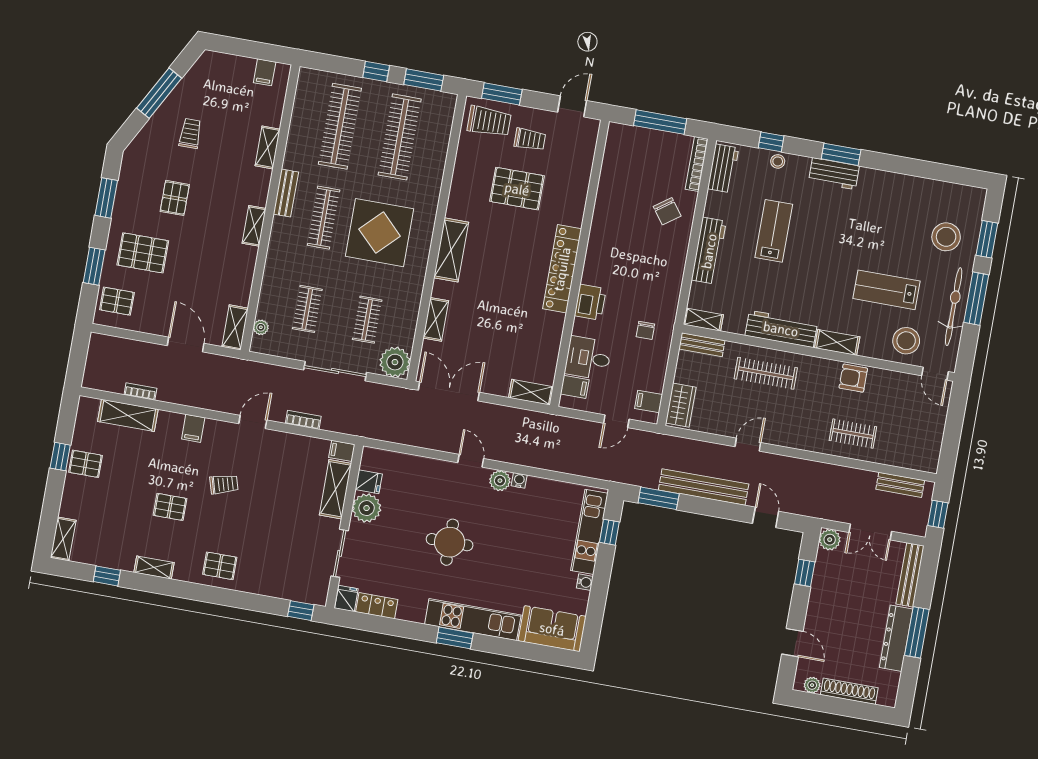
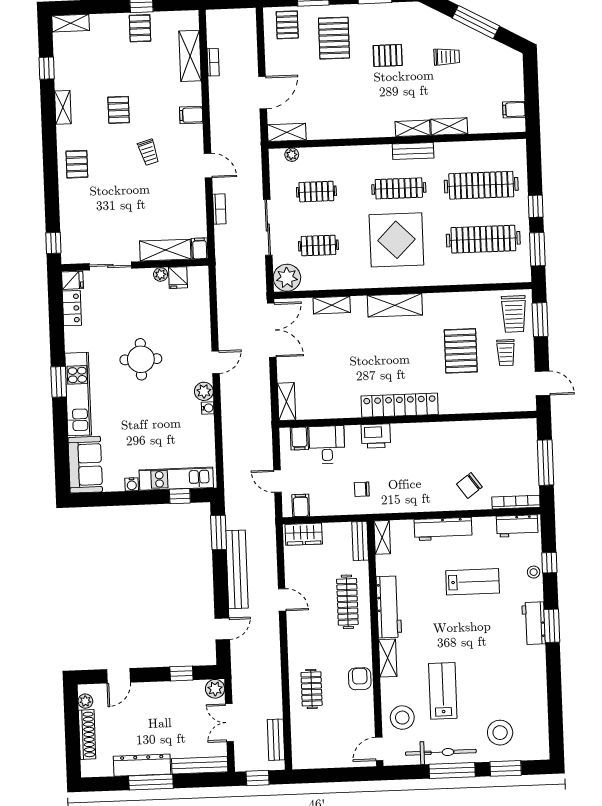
shelving: (254, 226) -> (413, 128), moved
plant: (367, 508) -> (161, 274), width x0.53, depth x0.53

